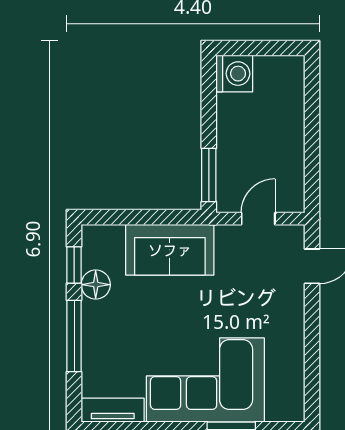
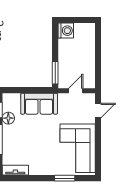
corner sofa: (205, 380) -> (78, 148), moved, turned -90

